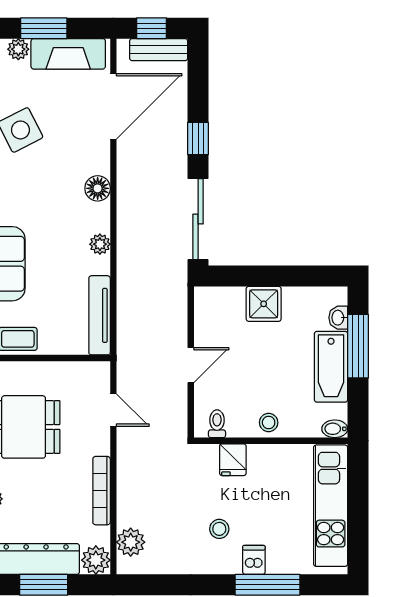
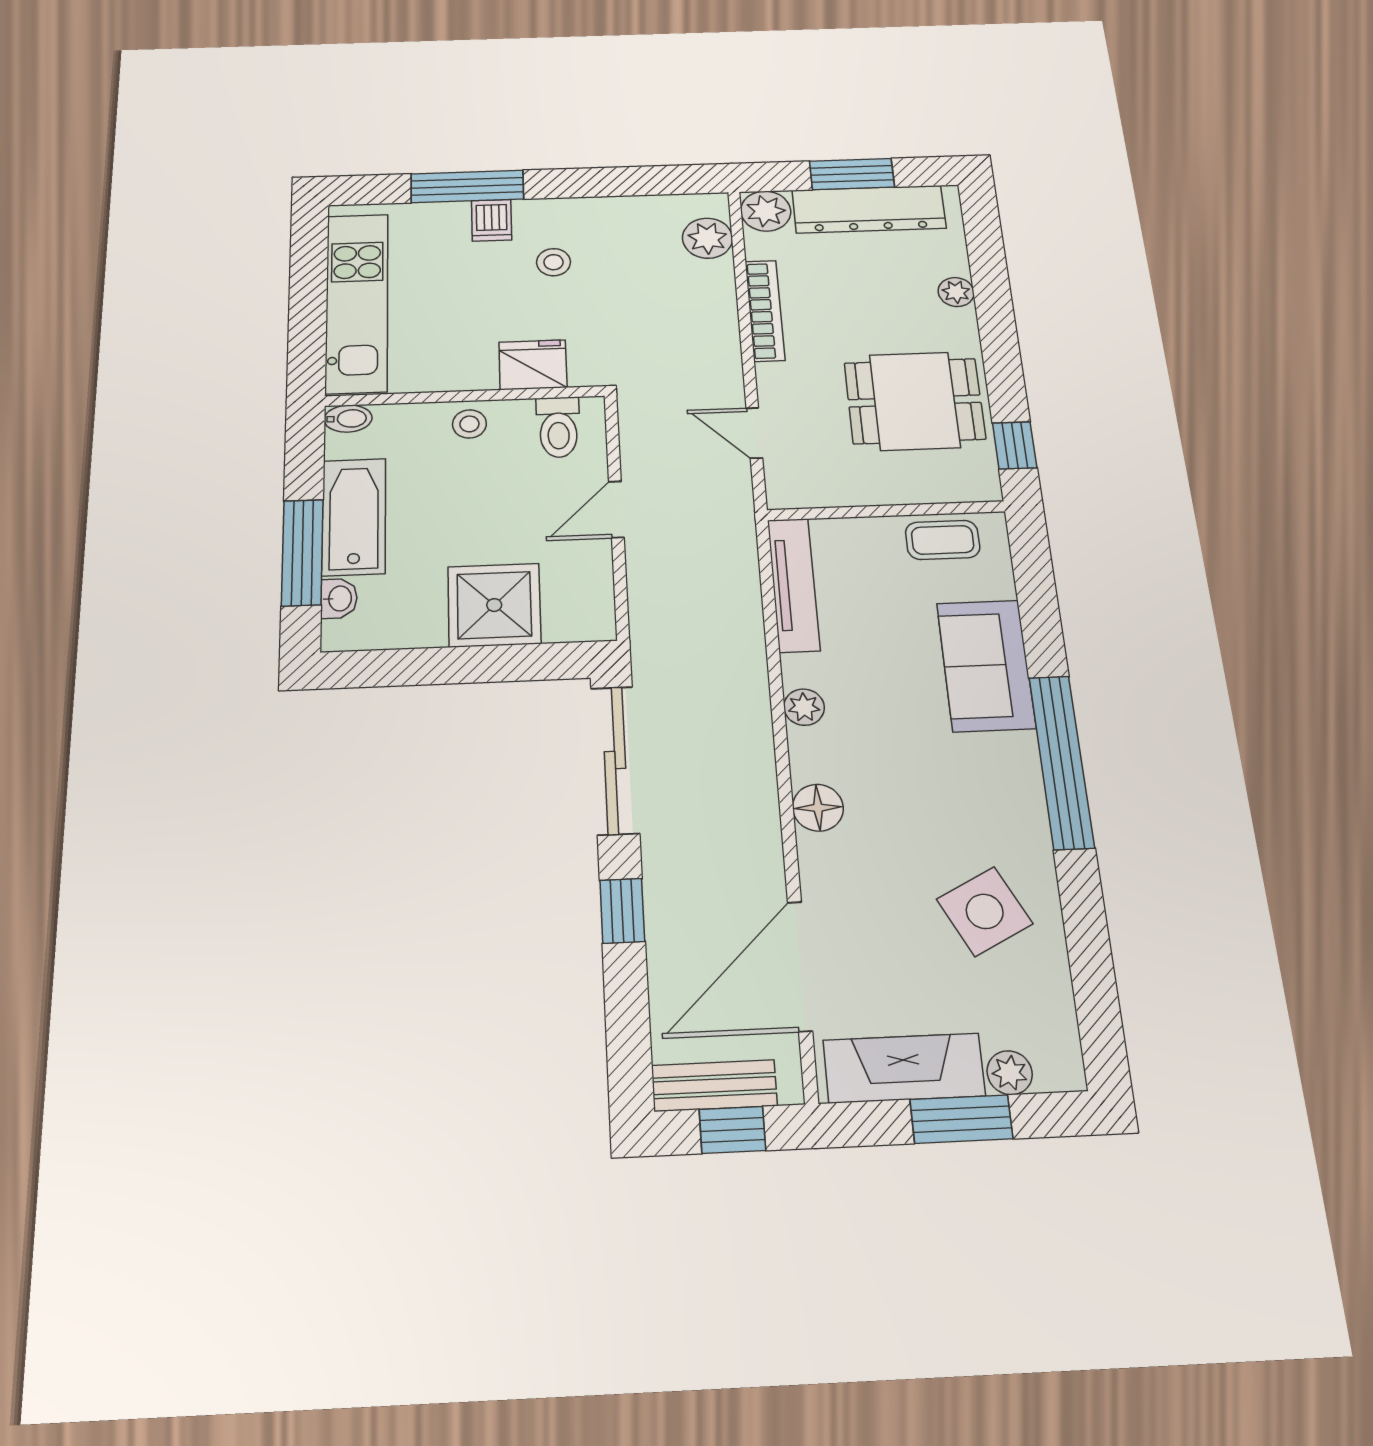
shower: (264, 304) -> (494, 605), width x1.36, depth x1.36
toilet: (217, 424) -> (558, 427), width x1.37, depth x1.39
fridge: (233, 460) -> (533, 365), width x1.38

